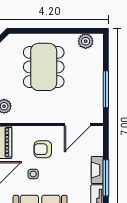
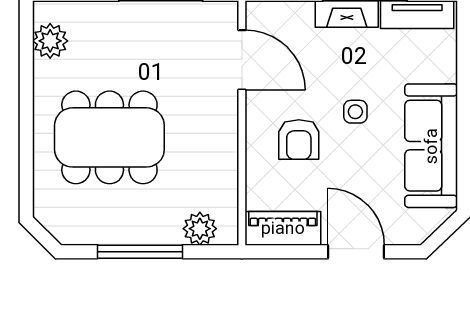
side table: (33, 174) -> (355, 112), moved

